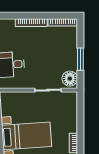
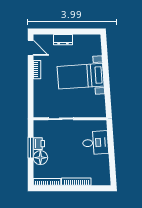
printer: (71, 63) -> (39, 144), added
floor lamp: (70, 79) -> (40, 158), moved

